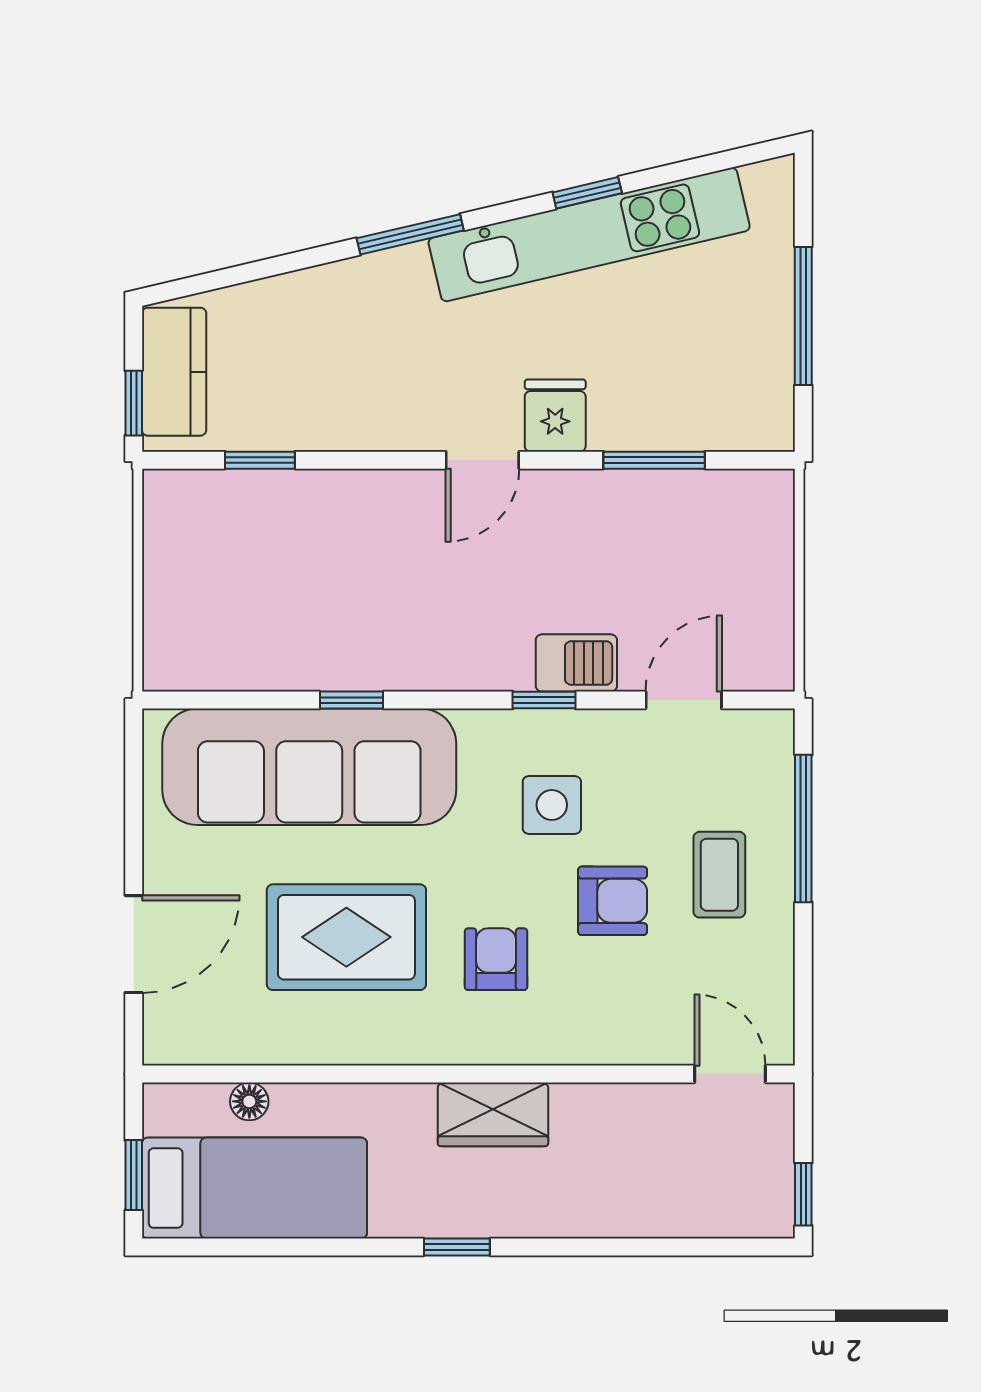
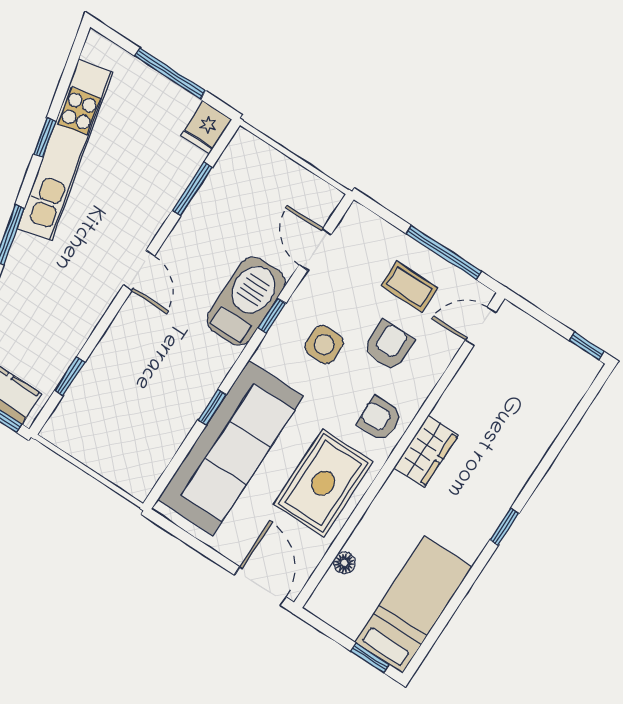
fridge: (555, 416) -> (206, 127), moved, turned -90
barbecue: (576, 663) -> (246, 301), width x1.88, depth x1.53
window: (803, 829) -> (444, 252), moved
wall: (468, 1074) -> (399, 450), moved
door: (730, 1074) -> (481, 326), moved
floor lamp: (249, 1101) -> (344, 563), moved
wardrobe: (493, 1114) -> (426, 451), moved

